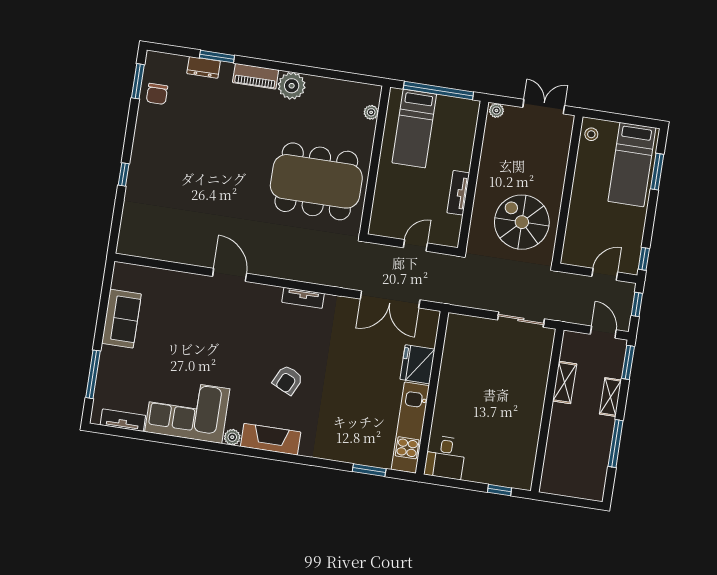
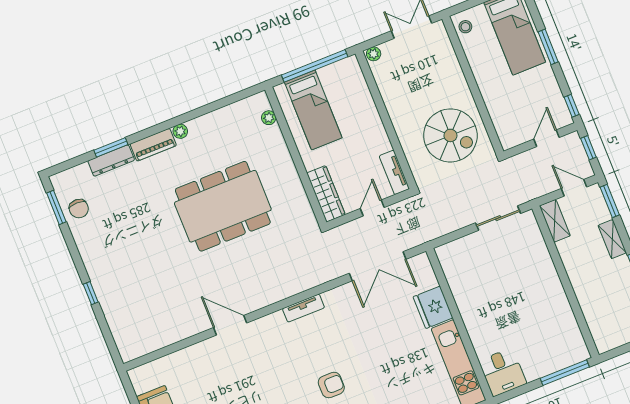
dresser: (204, 67) -> (111, 161), width x1.44
plant: (292, 86) -> (180, 131), width x0.53, depth x0.53
window: (657, 172) -> (548, 47), moved
dining table: (316, 181) -> (223, 206), moved
tv unit: (458, 193) -> (394, 172), moved
wardrobe: (382, 209) -> (326, 194), added
spiral stairs: (522, 222) -> (450, 135), turned 180
armchair: (288, 380) -> (331, 385), turned -115
shelving: (565, 382) -> (555, 221), moved
window: (499, 490) -> (565, 373), width x2.17

